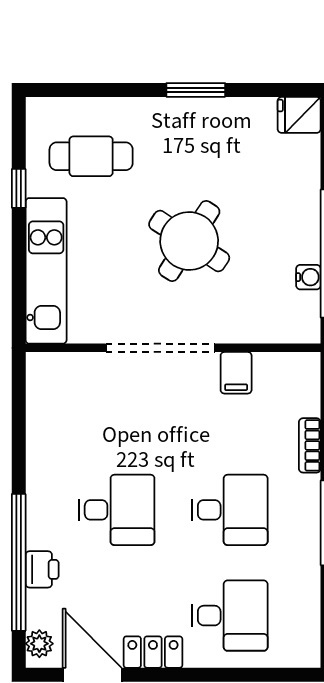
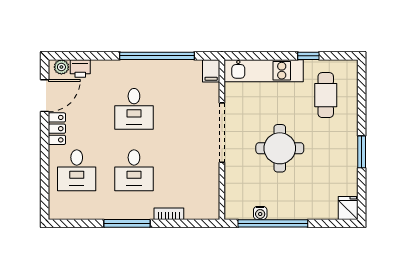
round table: (189, 241) -> (280, 148), turned -33
filing cabinet: (236, 373) -> (211, 71), moved, turned -90
window: (19, 562) -> (157, 56), moved
printer: (42, 569) -> (80, 69), moved

